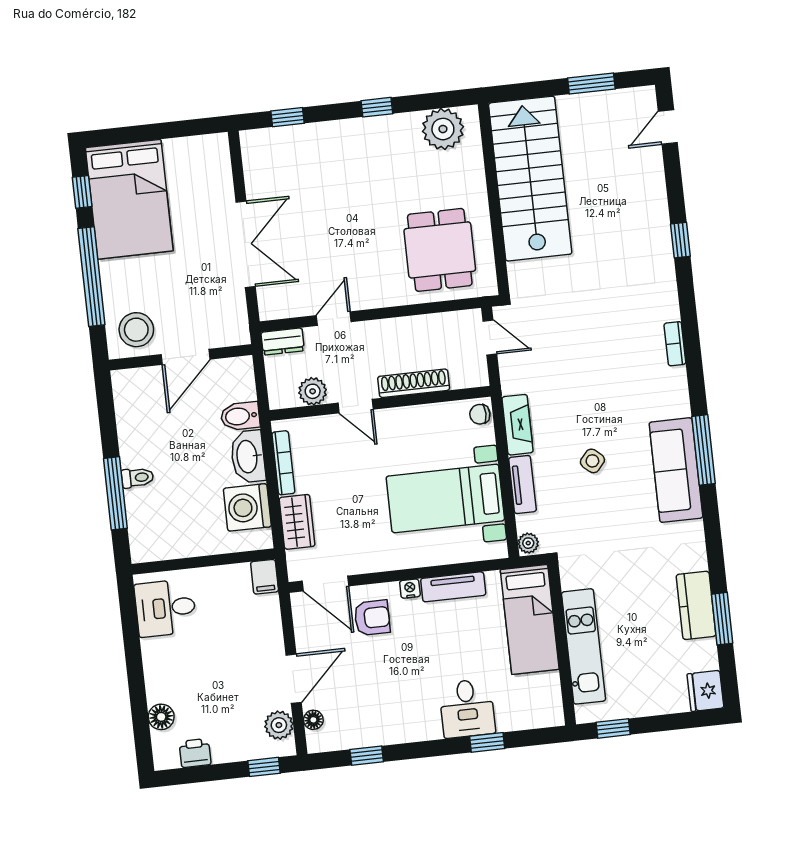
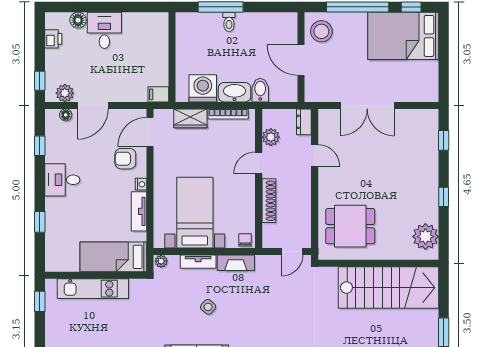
desk: (165, 608) -> (104, 30), moved
armchair: (372, 618) -> (125, 159), turned 90
door: (294, 679) -> (93, 105), hinge flipped
desk: (467, 708) -> (62, 180), moved

